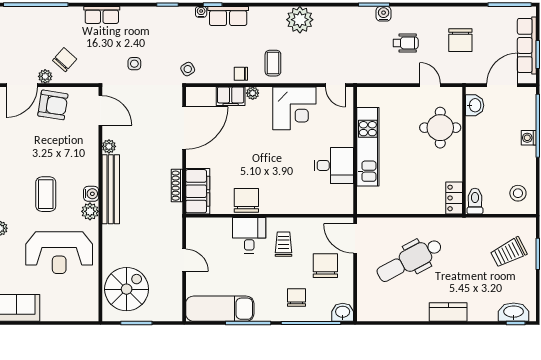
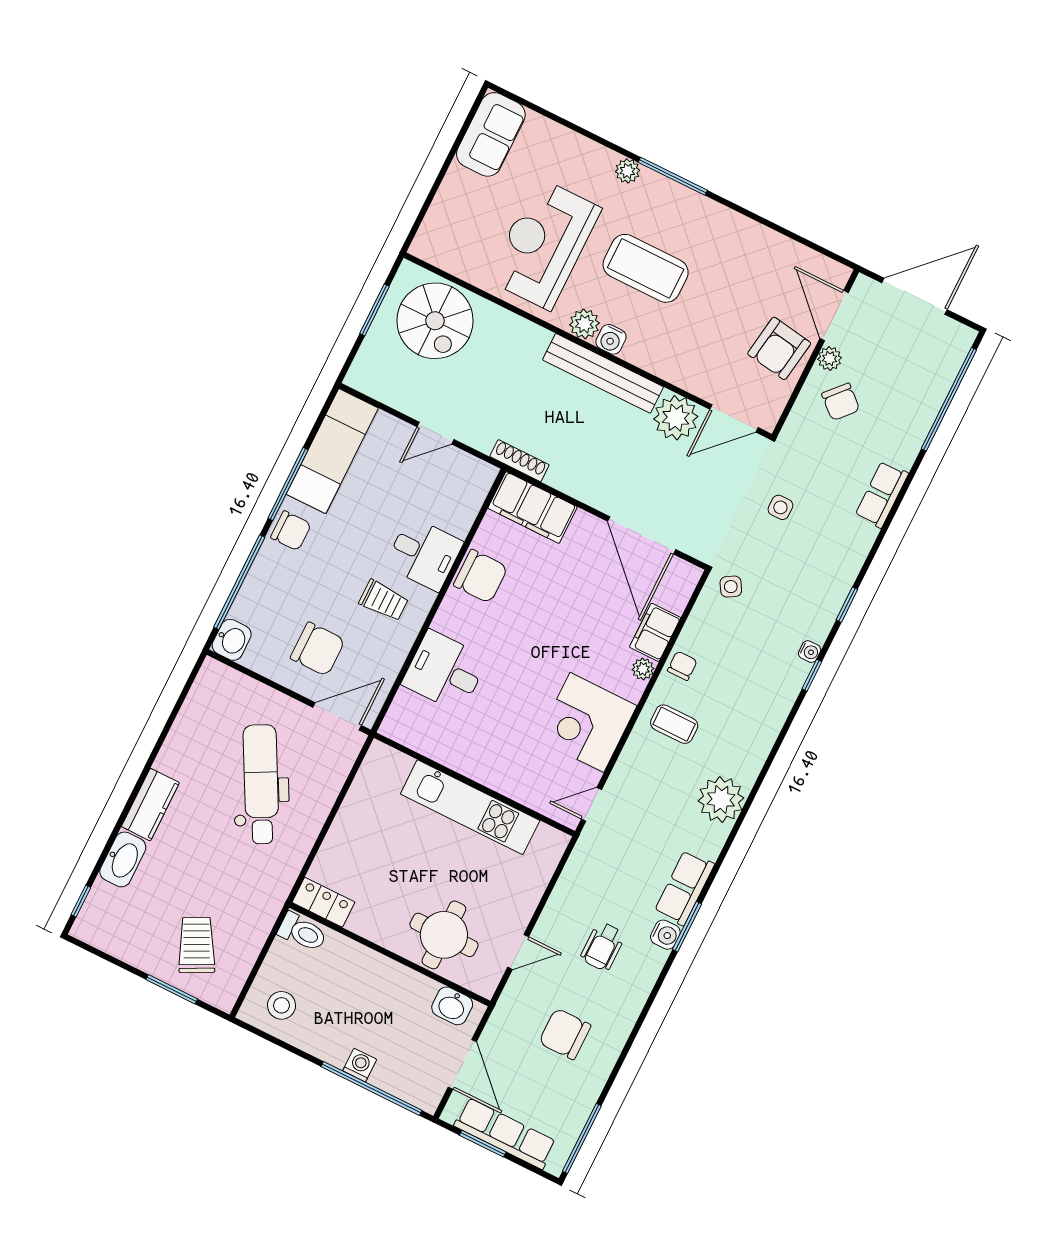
row of seats: (228, 16) -> (684, 888), moved
plant: (109, 146) -> (676, 418), width x1.88, depth x1.88
desk: (334, 165) -> (445, 671), moved, turned 90
shoe rack: (177, 186) -> (519, 461), moved
coffee table: (46, 194) -> (646, 268), width x1.36, depth x1.32
chair: (296, 298) -> (291, 531), moved
washbasin: (514, 312) -> (123, 859), moved

